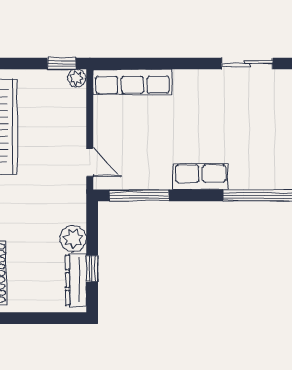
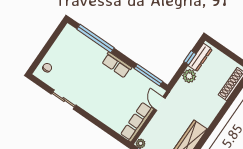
row of seats: (132, 82) -> (137, 122), moved, turned -90

